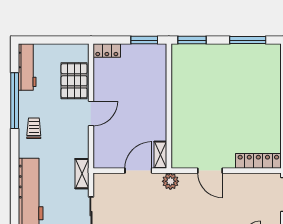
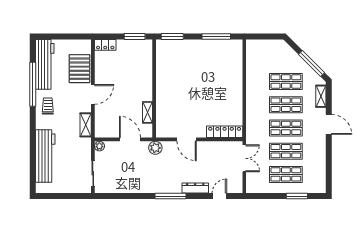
workbench: (27, 67) -> (45, 64), width x1.36, depth x1.32
shelving: (160, 155) -> (147, 112), moved
door: (138, 171) -> (130, 139), hinge flipped
shelving: (82, 174) -> (86, 125), moved
plant: (99, 179) -> (99, 146), added

